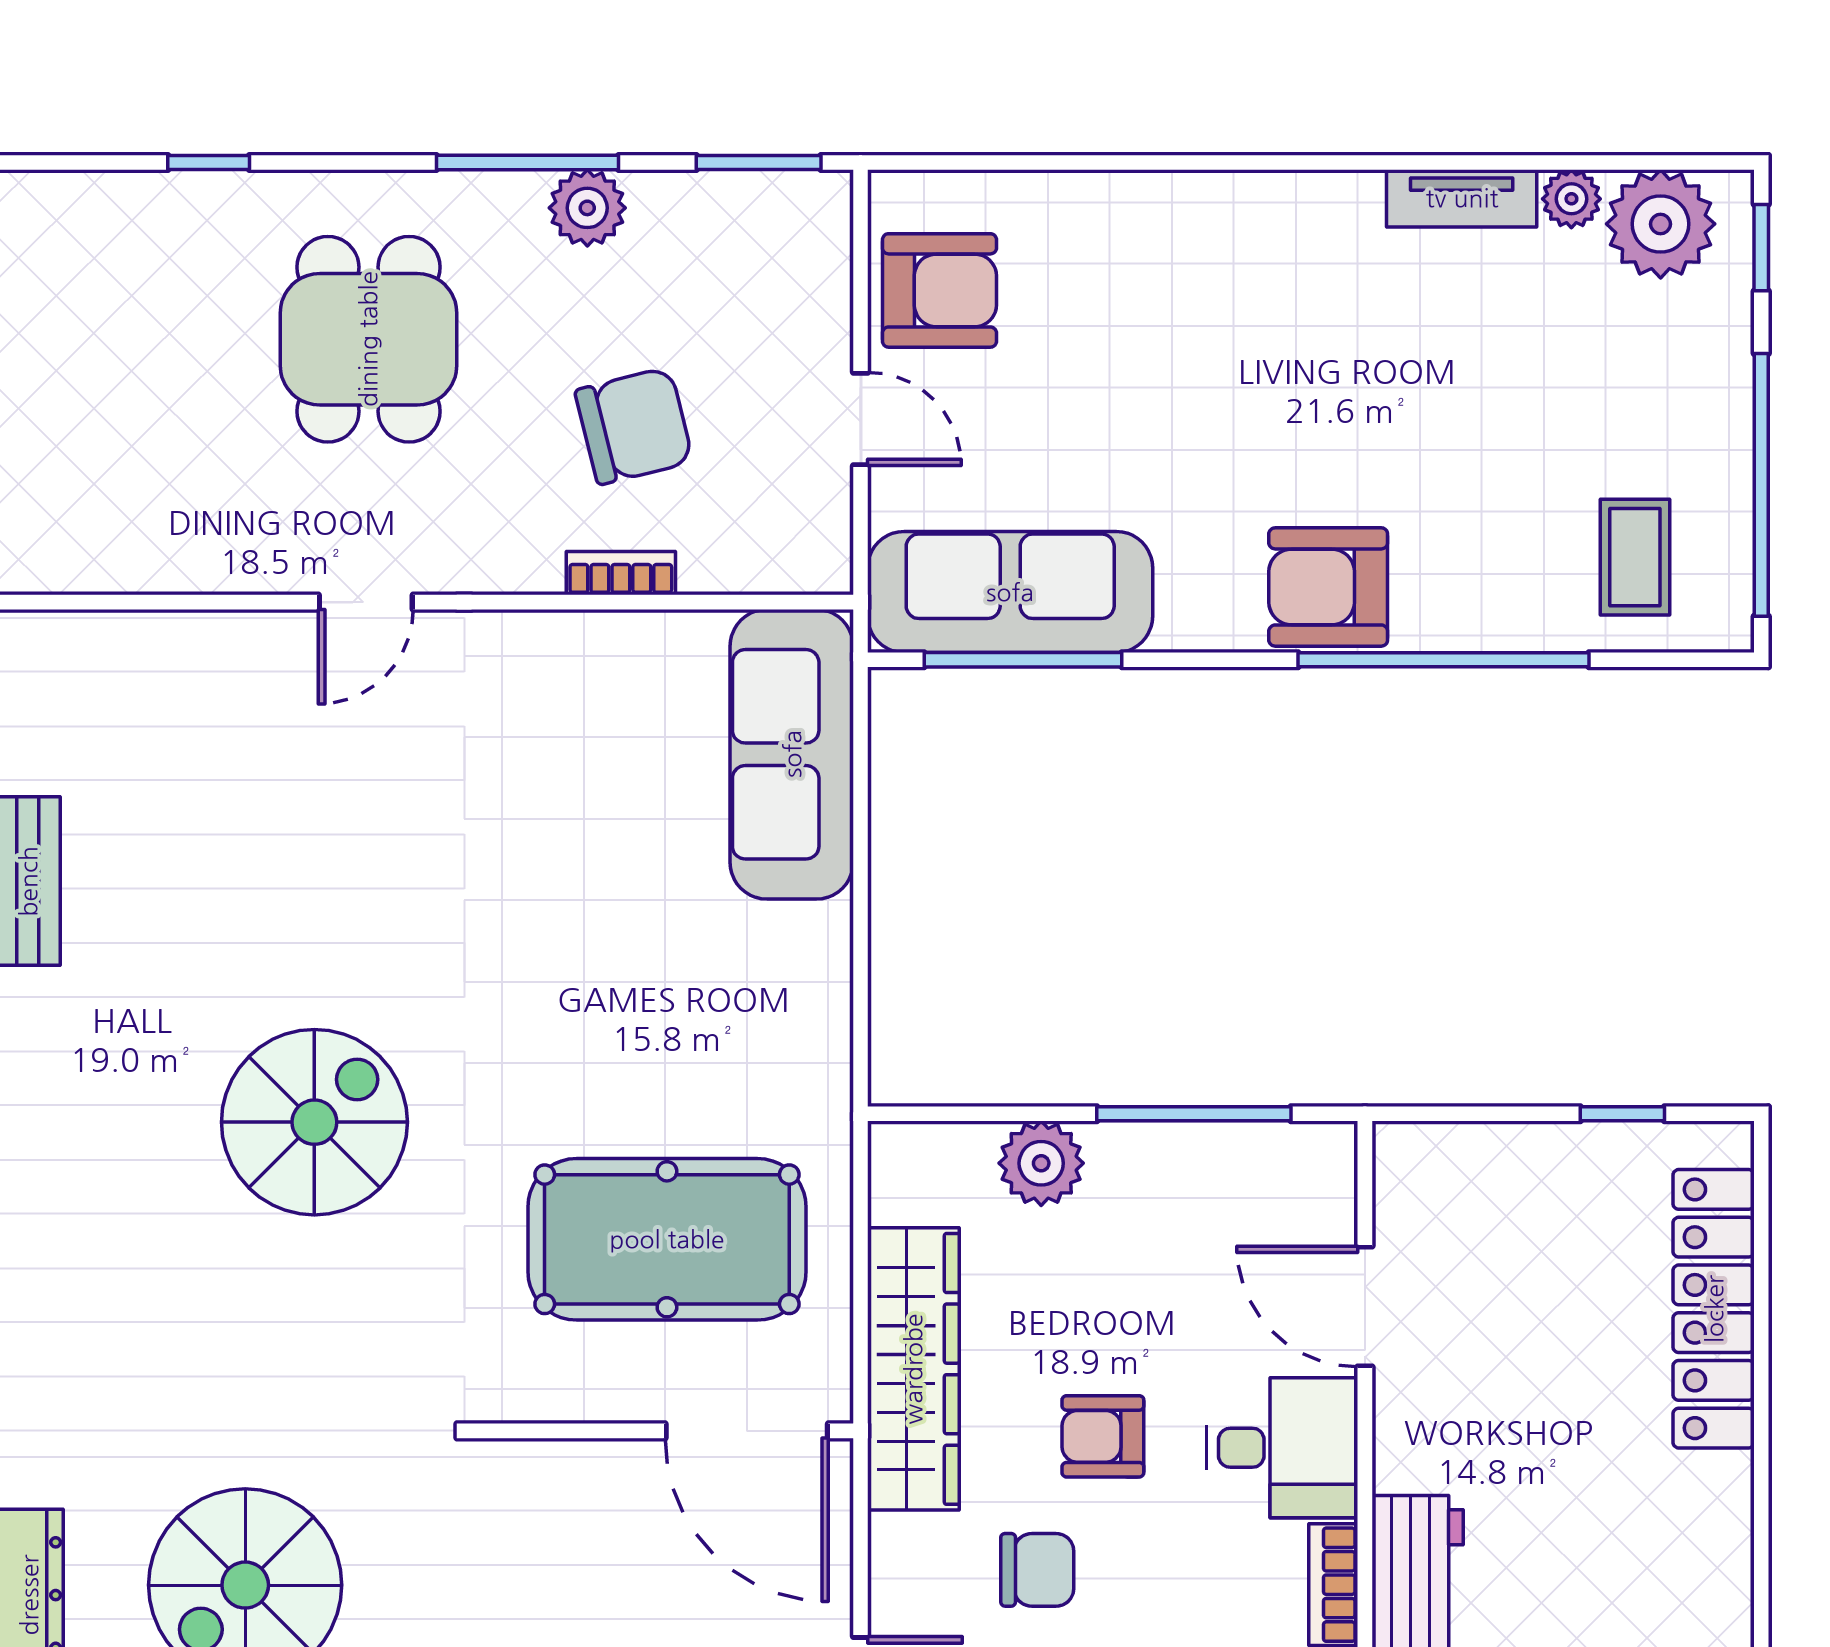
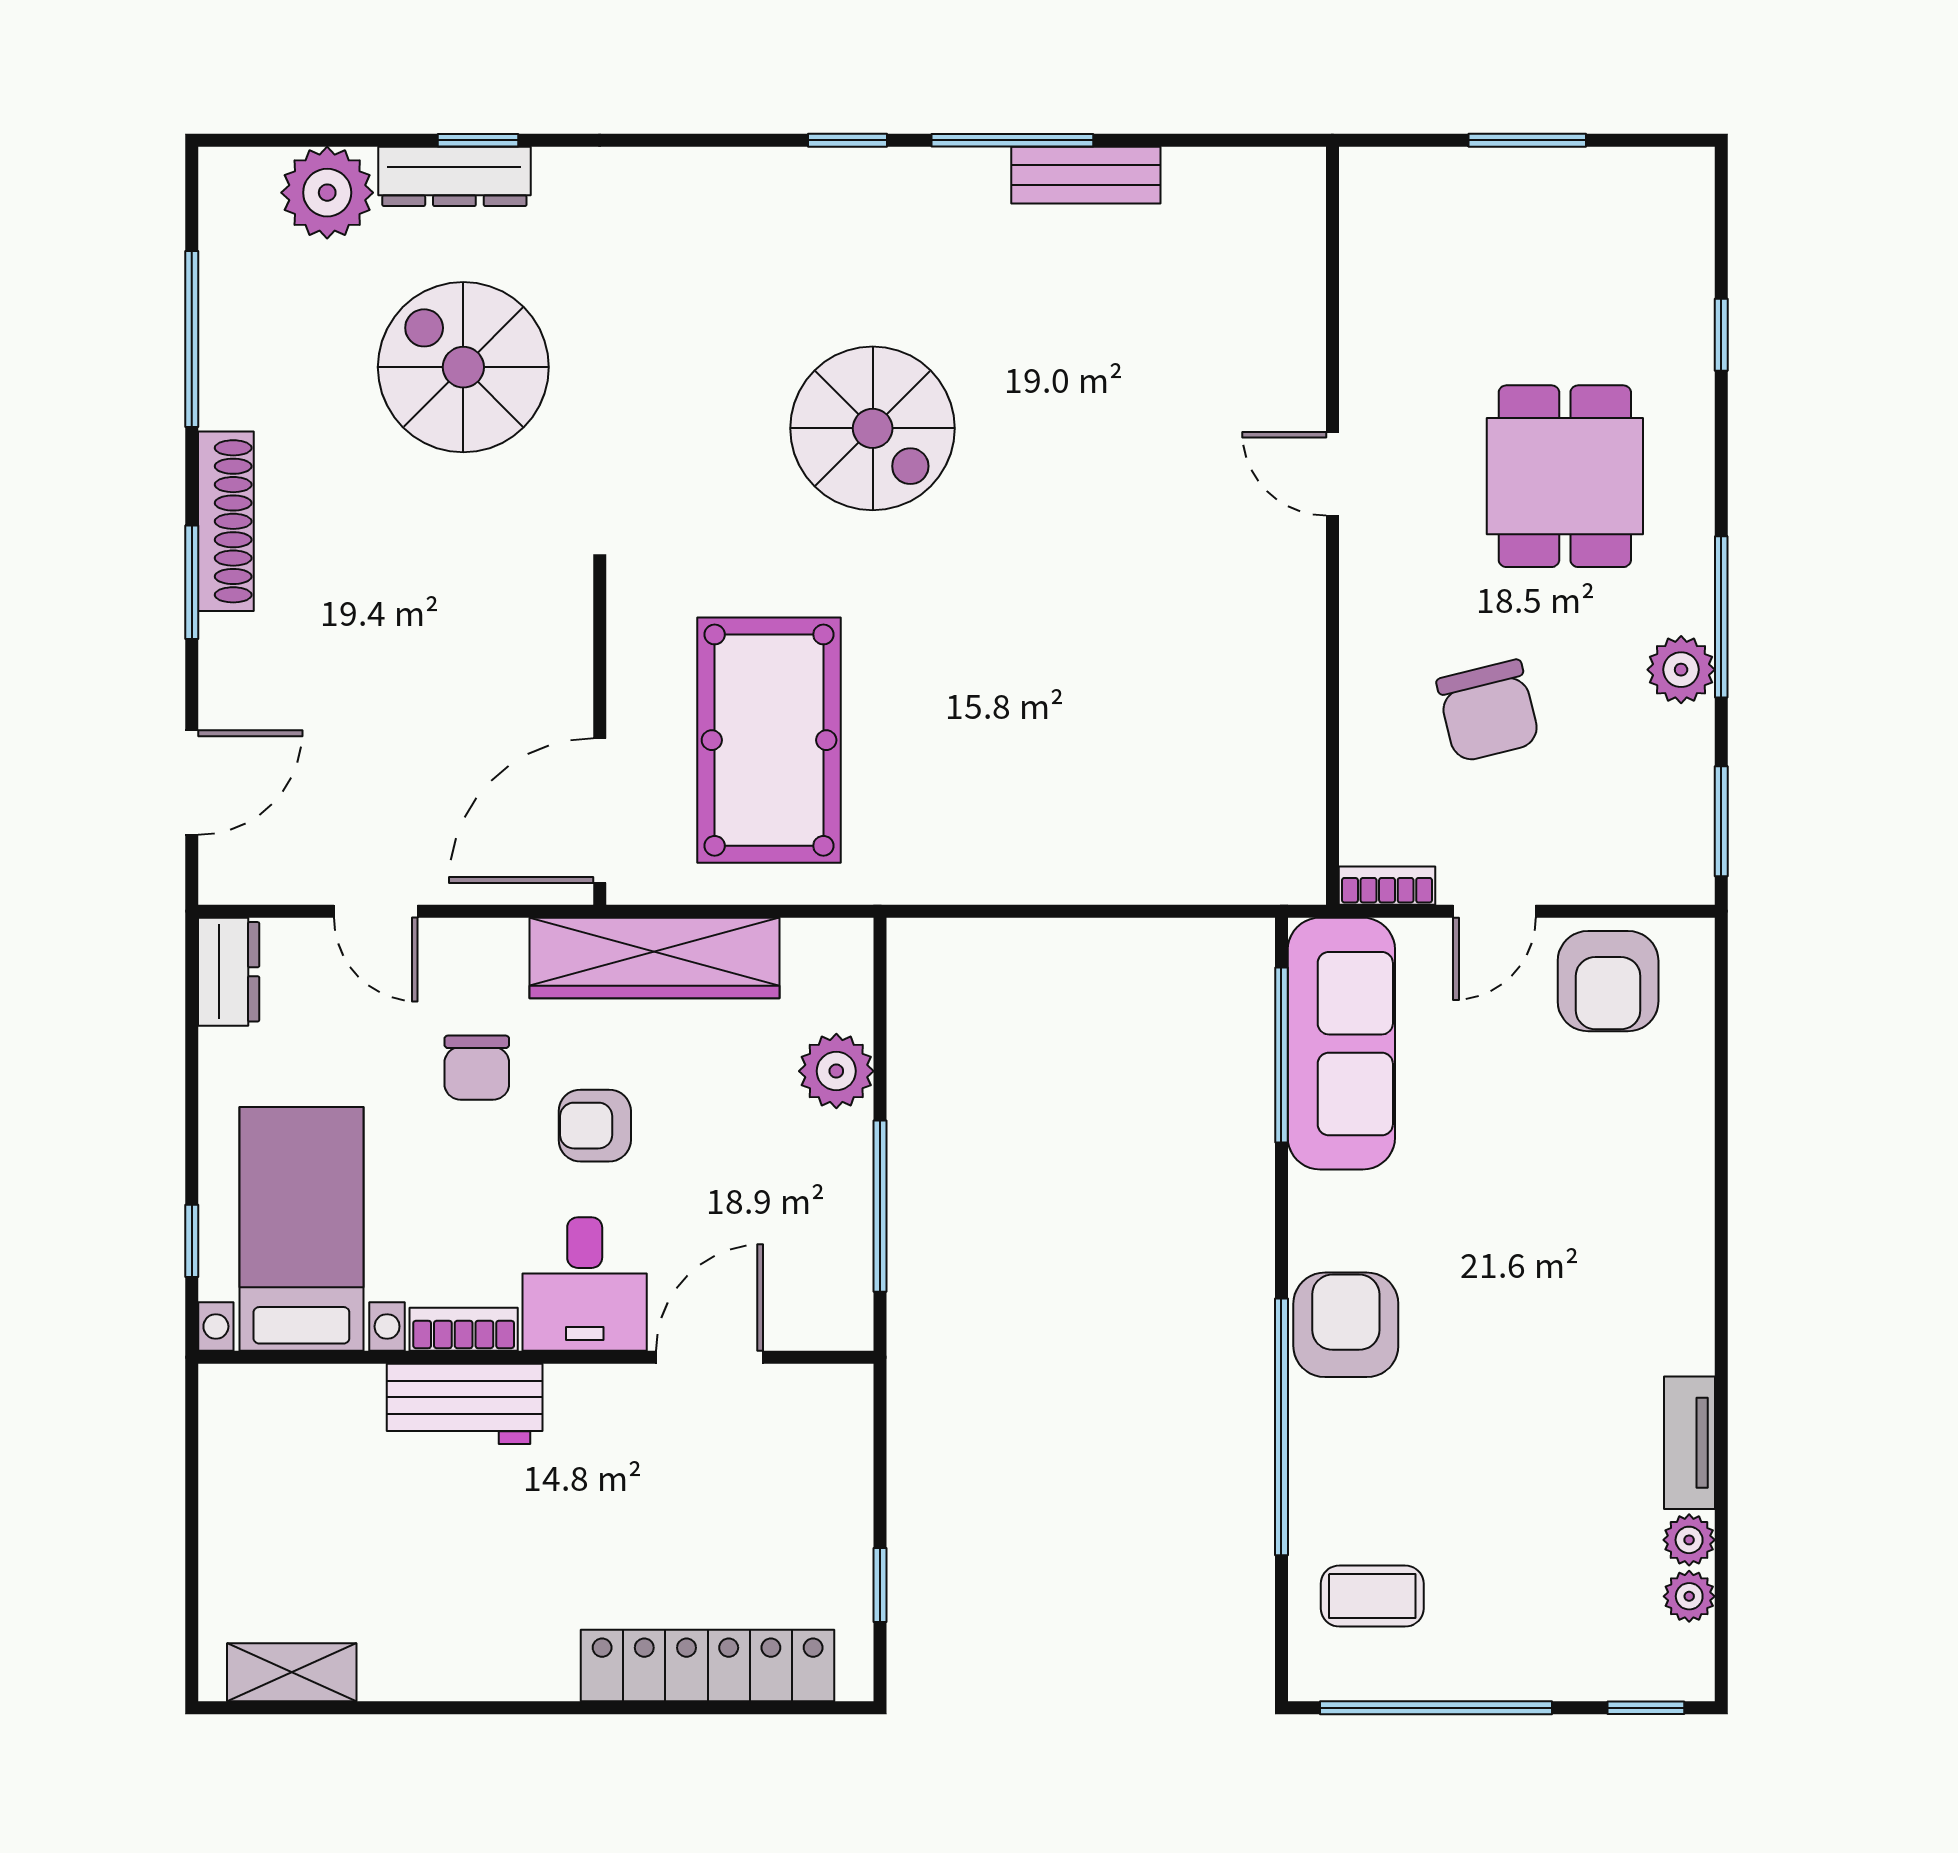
plant: (1661, 224) -> (1689, 1596), width x0.53, depth x0.53
dining table: (368, 339) -> (1565, 476), turned 90
bookcase: (621, 573) -> (1387, 886), moved, turned -90
sofa: (792, 754) -> (1198, 850), removed
armchair: (1103, 1436) -> (595, 1126), turned -90

